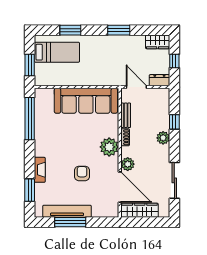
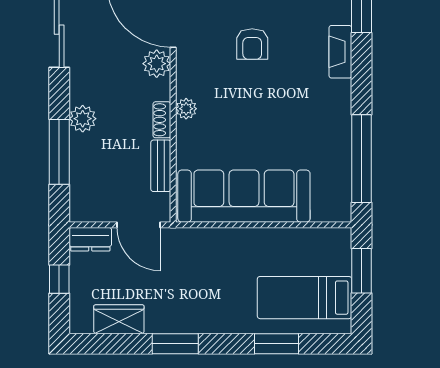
wardrobe: (158, 42) -> (119, 319), moved
window: (174, 122) -> (59, 152), width x2.17
plant: (109, 147) -> (186, 109), width x0.53, depth x0.53

